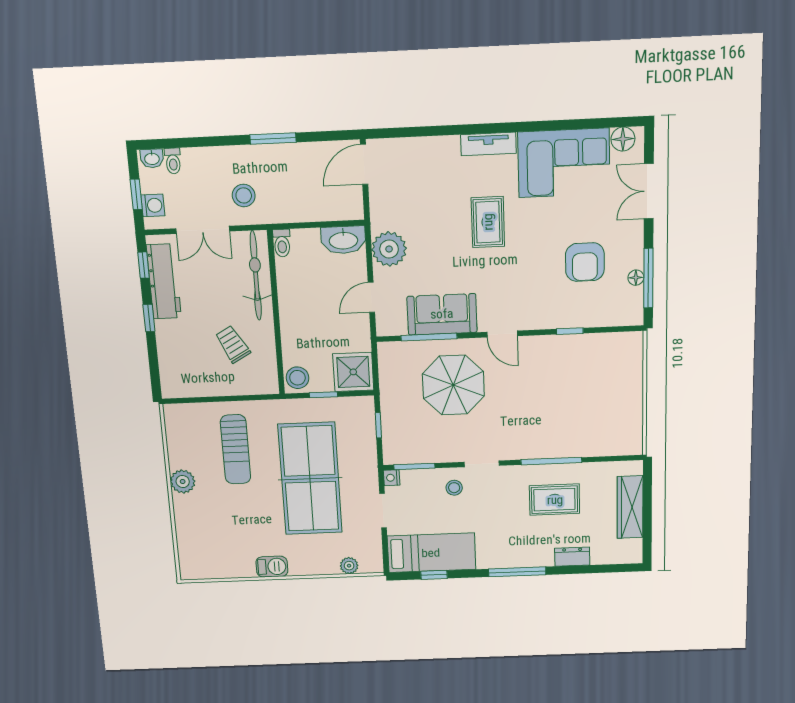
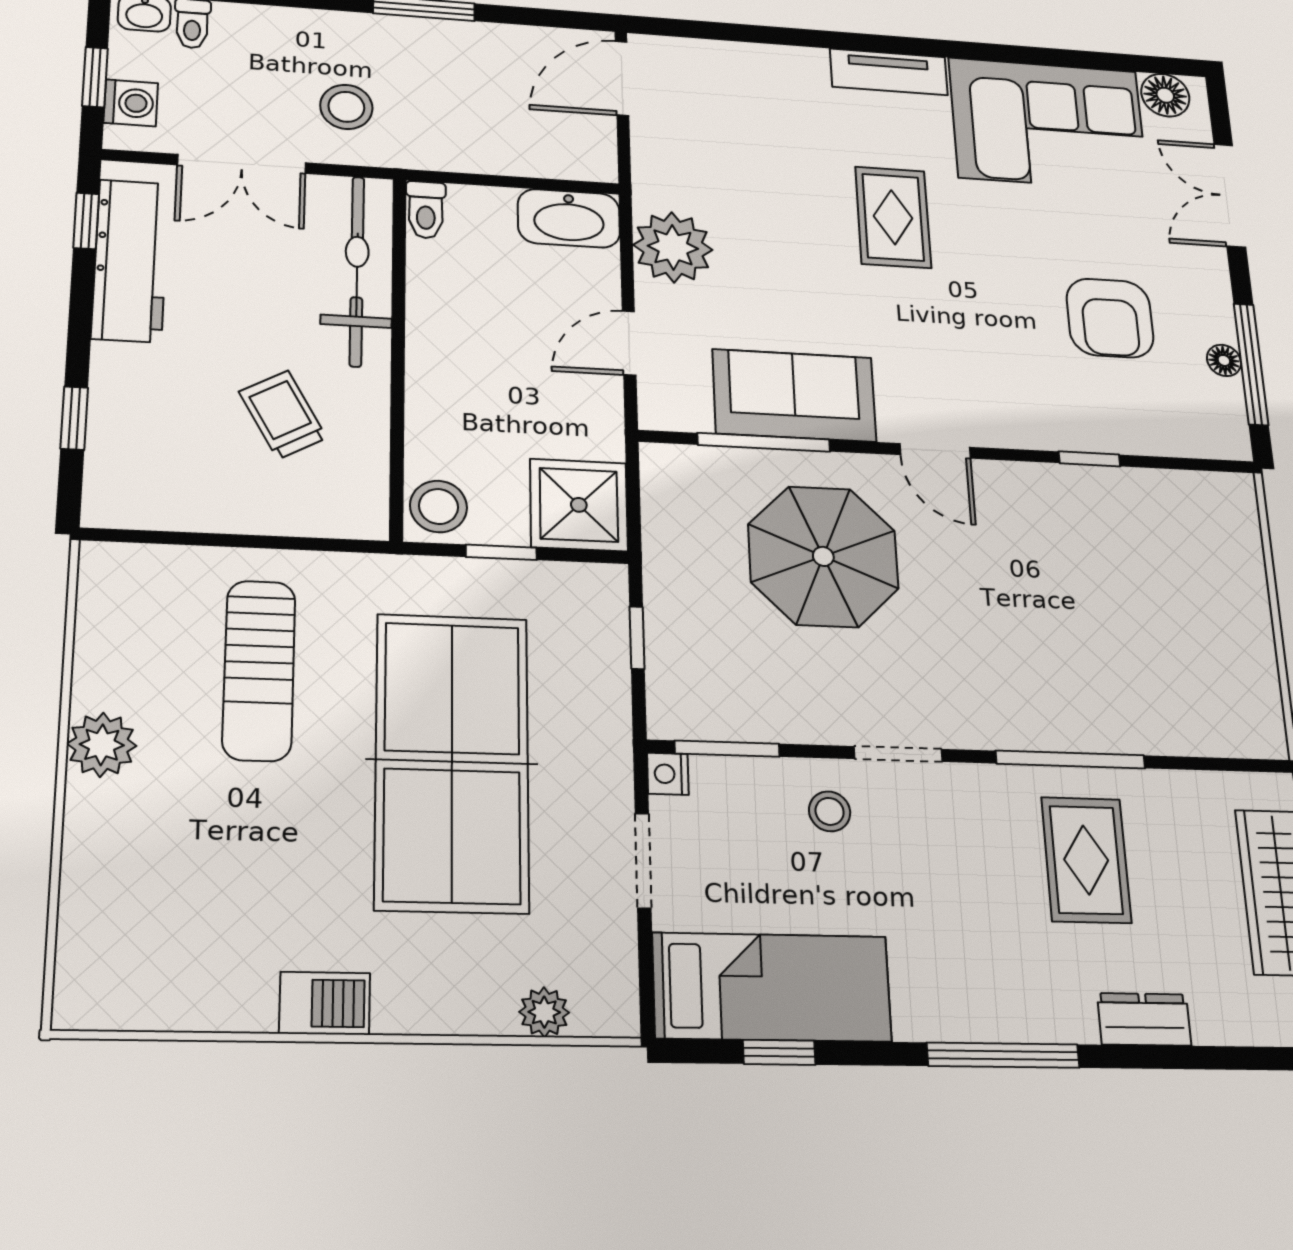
window: (149, 318) -> (74, 418), moved
rug: (555, 500) -> (1086, 860), turned 90

